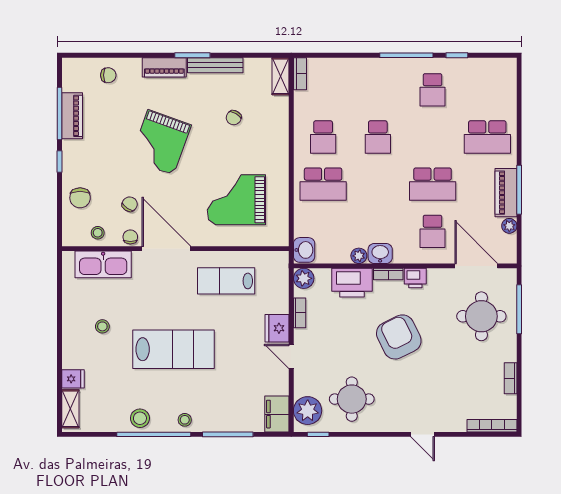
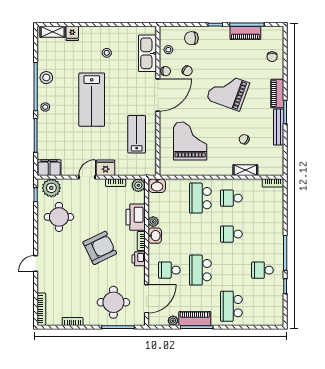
shelving: (281, 76) -> (245, 170), moved

